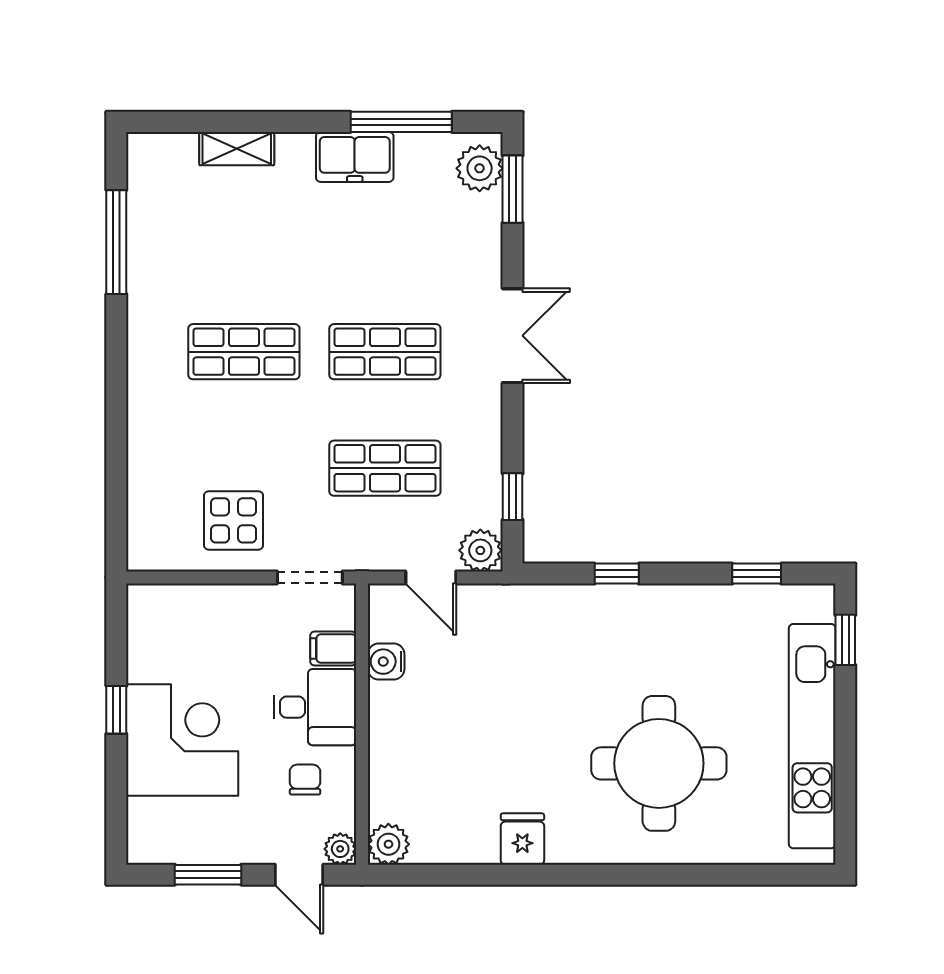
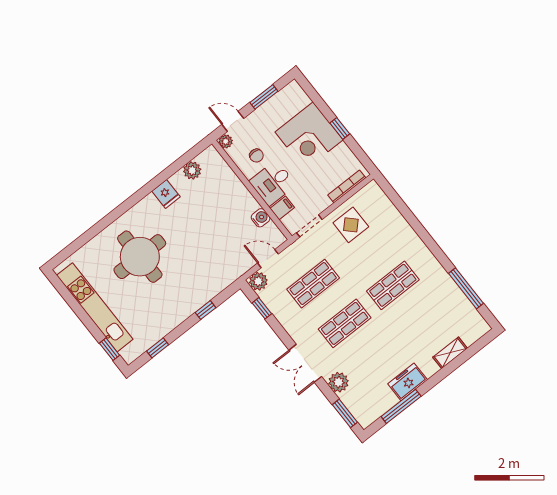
plant: (480, 168) -> (339, 382), moved
bookcase: (186, 595) -> (347, 186), added
plant: (388, 844) -> (192, 170), moved

